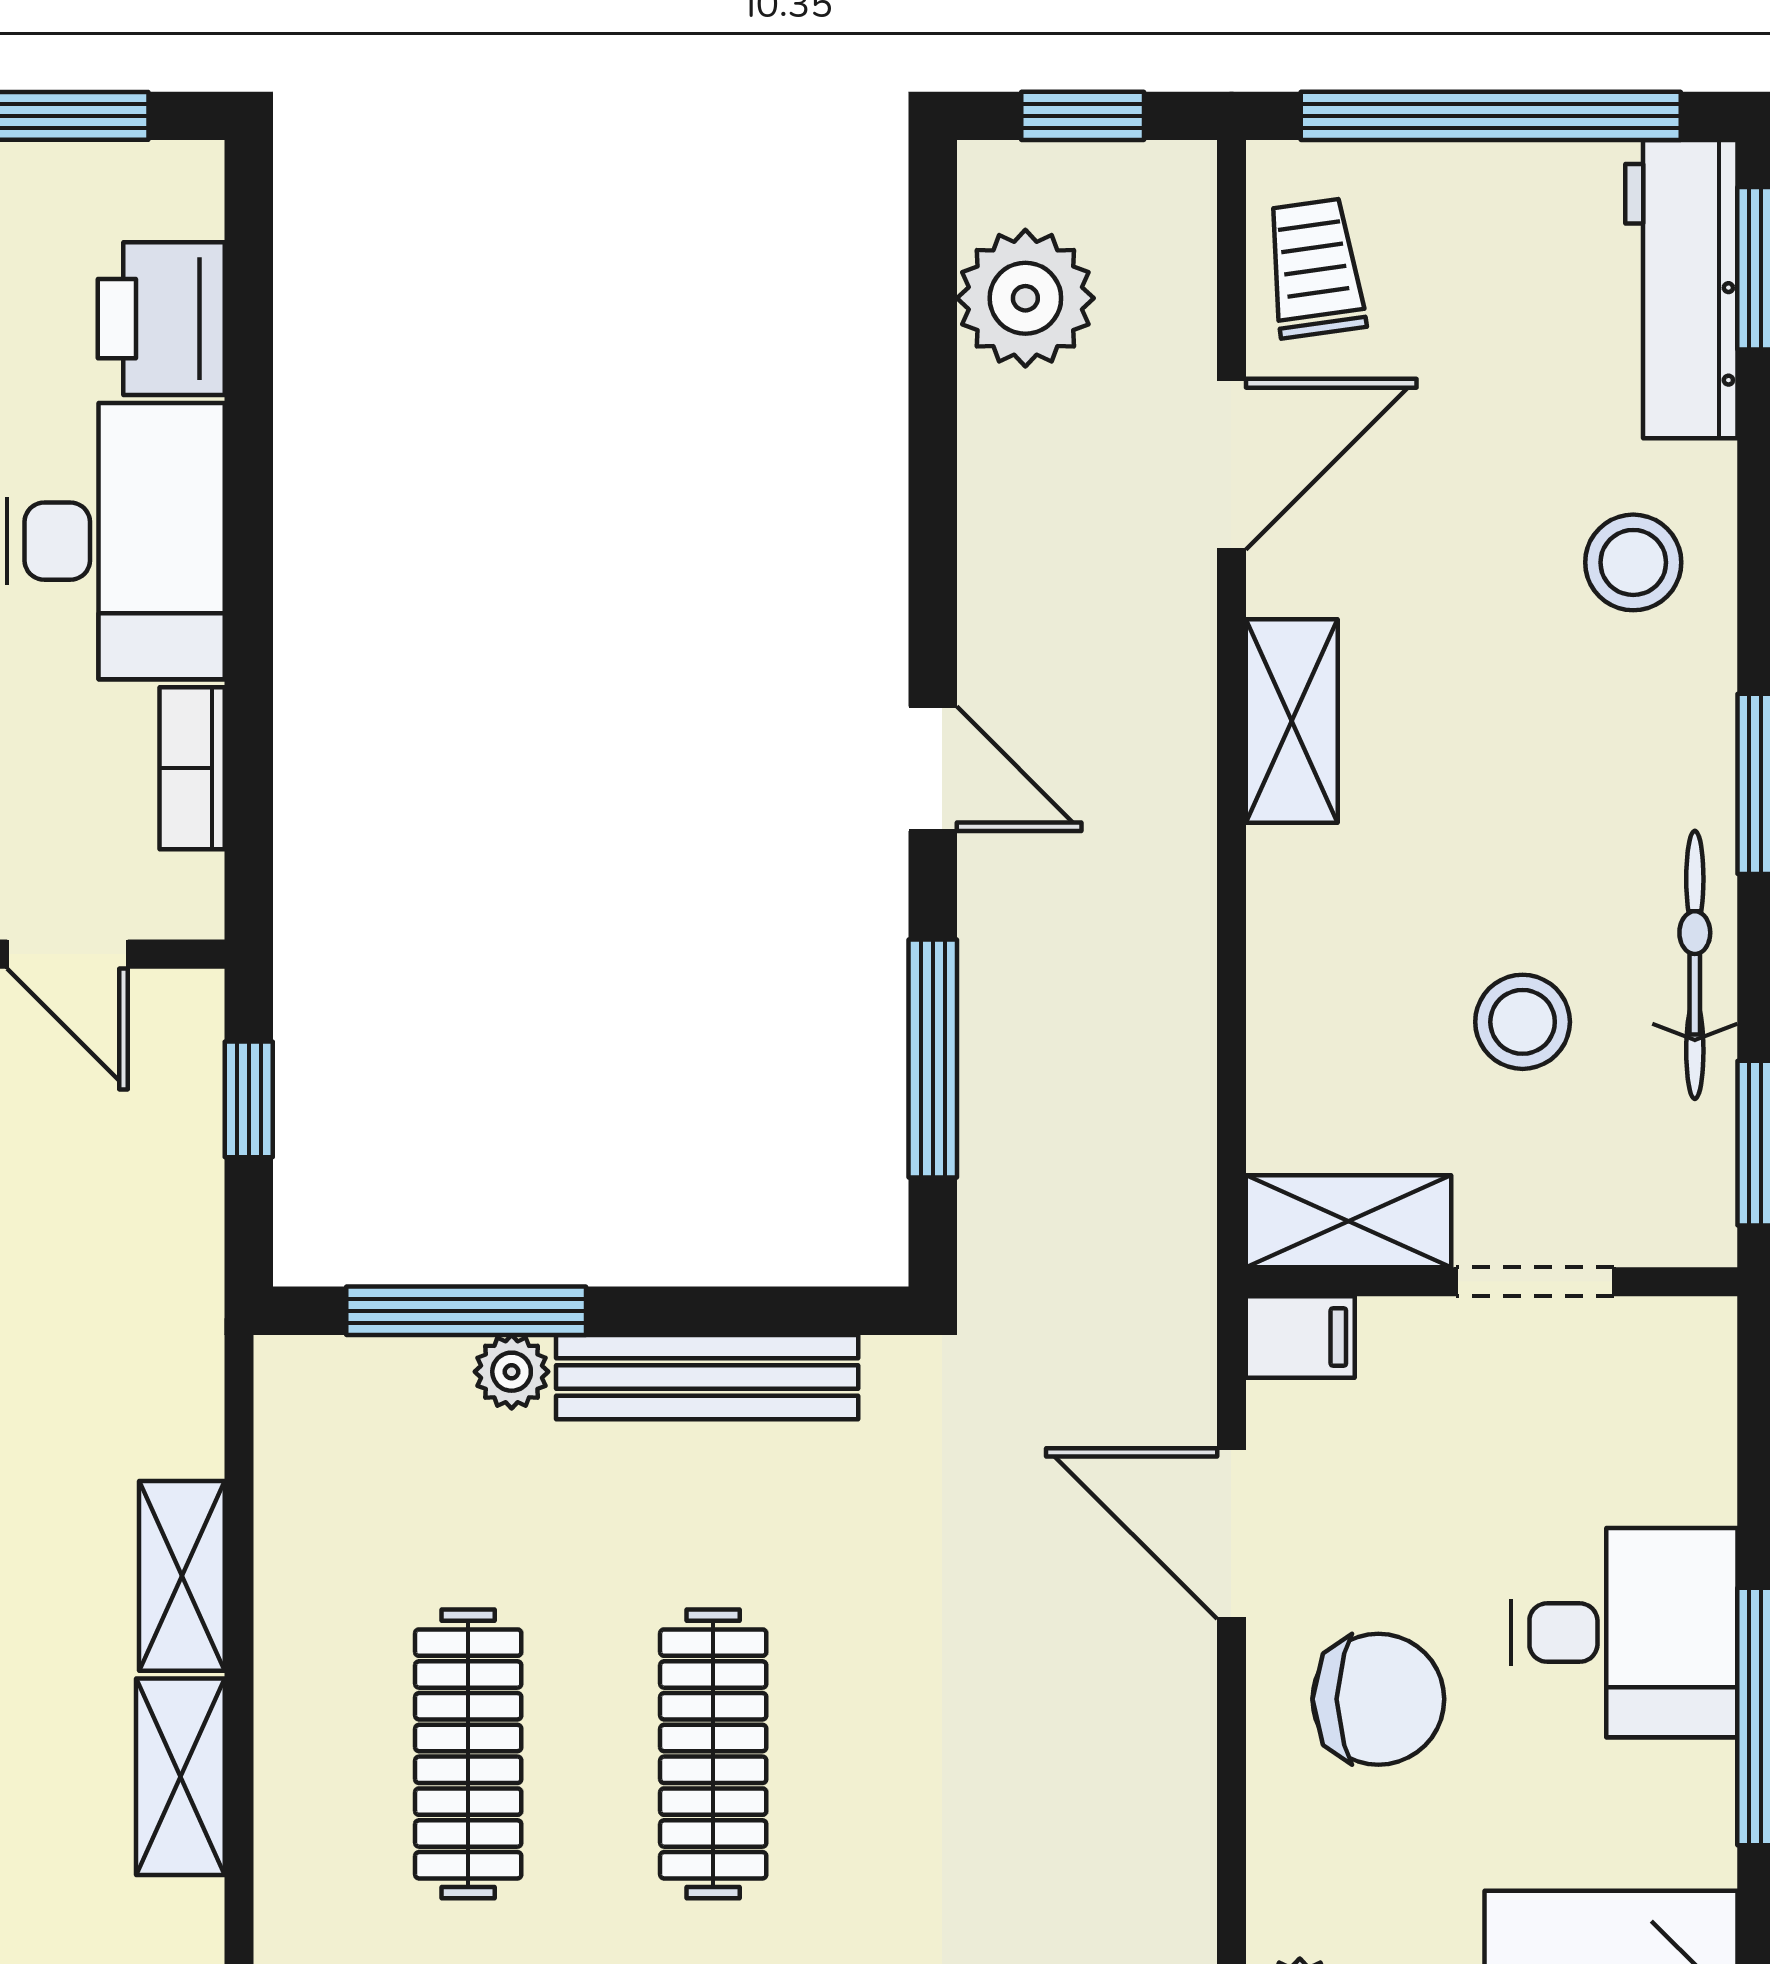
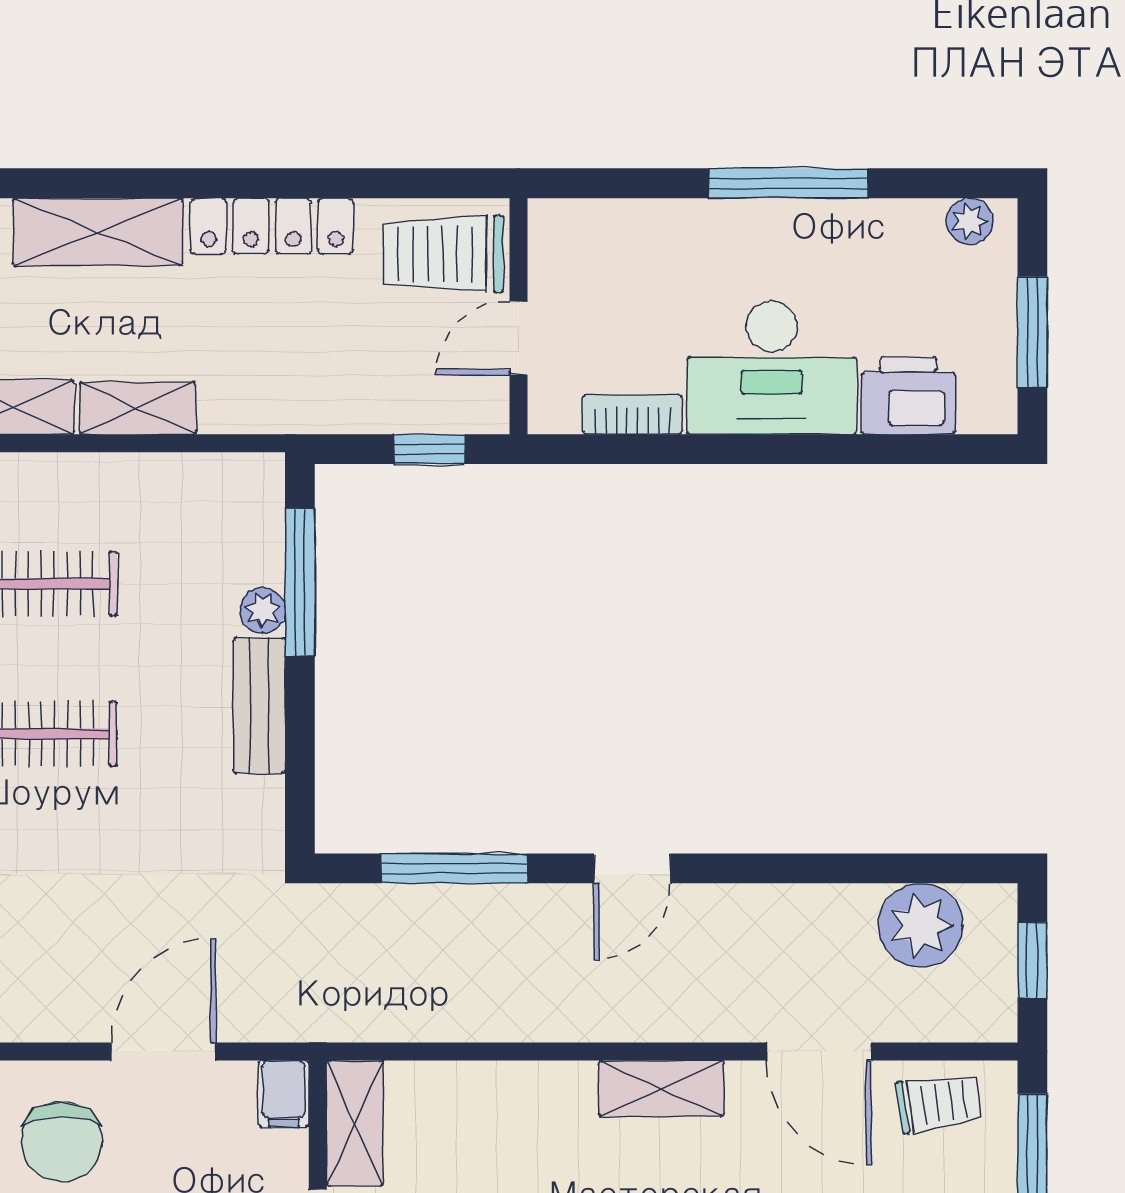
bench: (707, 1377) -> (259, 705), width x0.73

